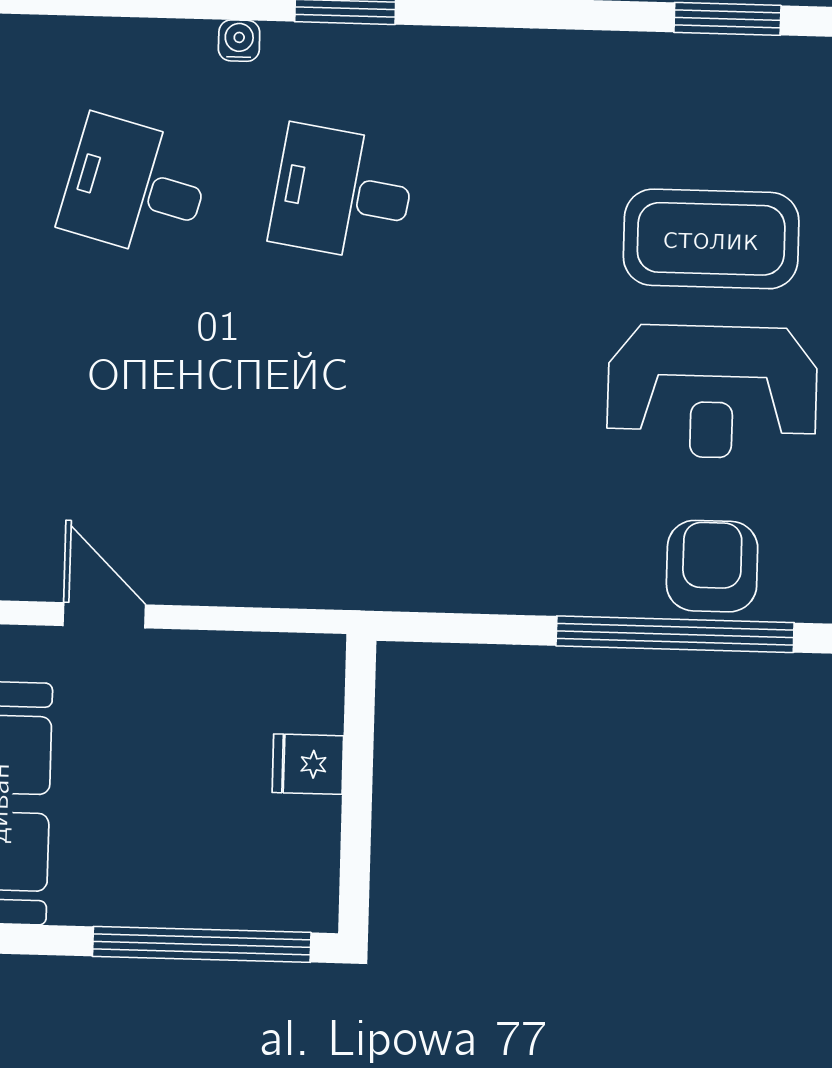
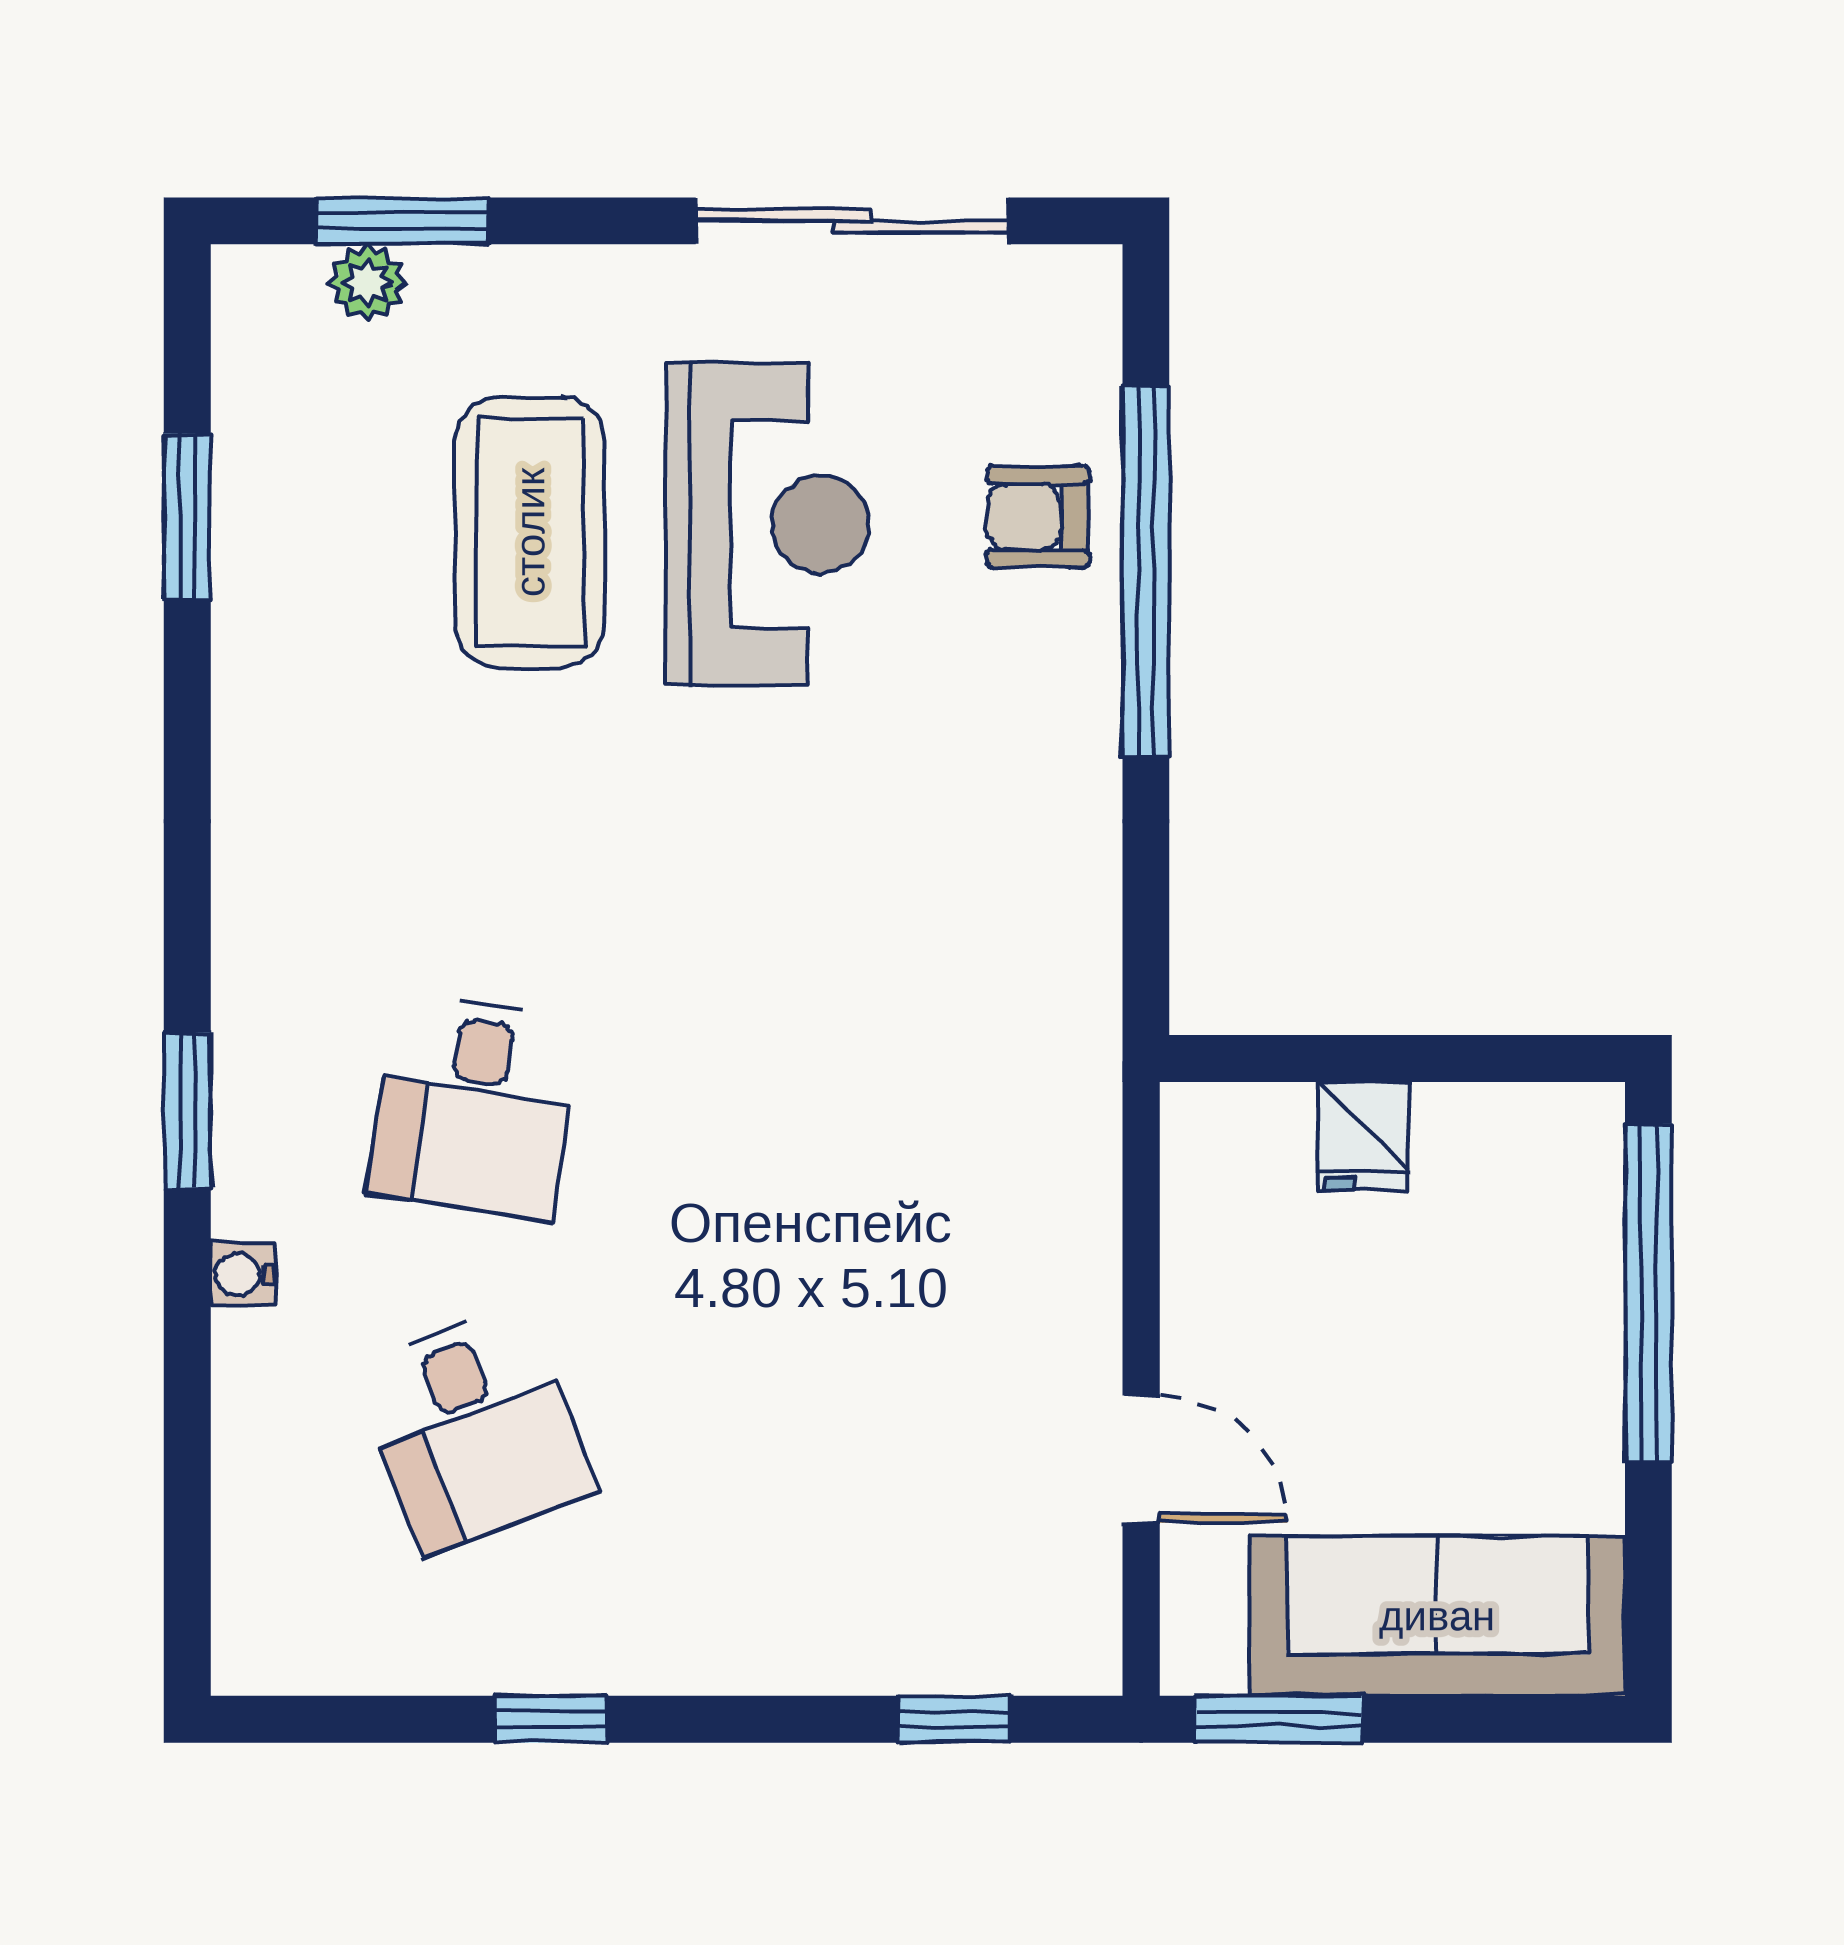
desk: (135, 187) -> (475, 1429), turned -36
armchair: (712, 566) -> (1038, 517), width x0.72, depth x0.72
door: (104, 615) -> (1141, 1459), swing flipped

